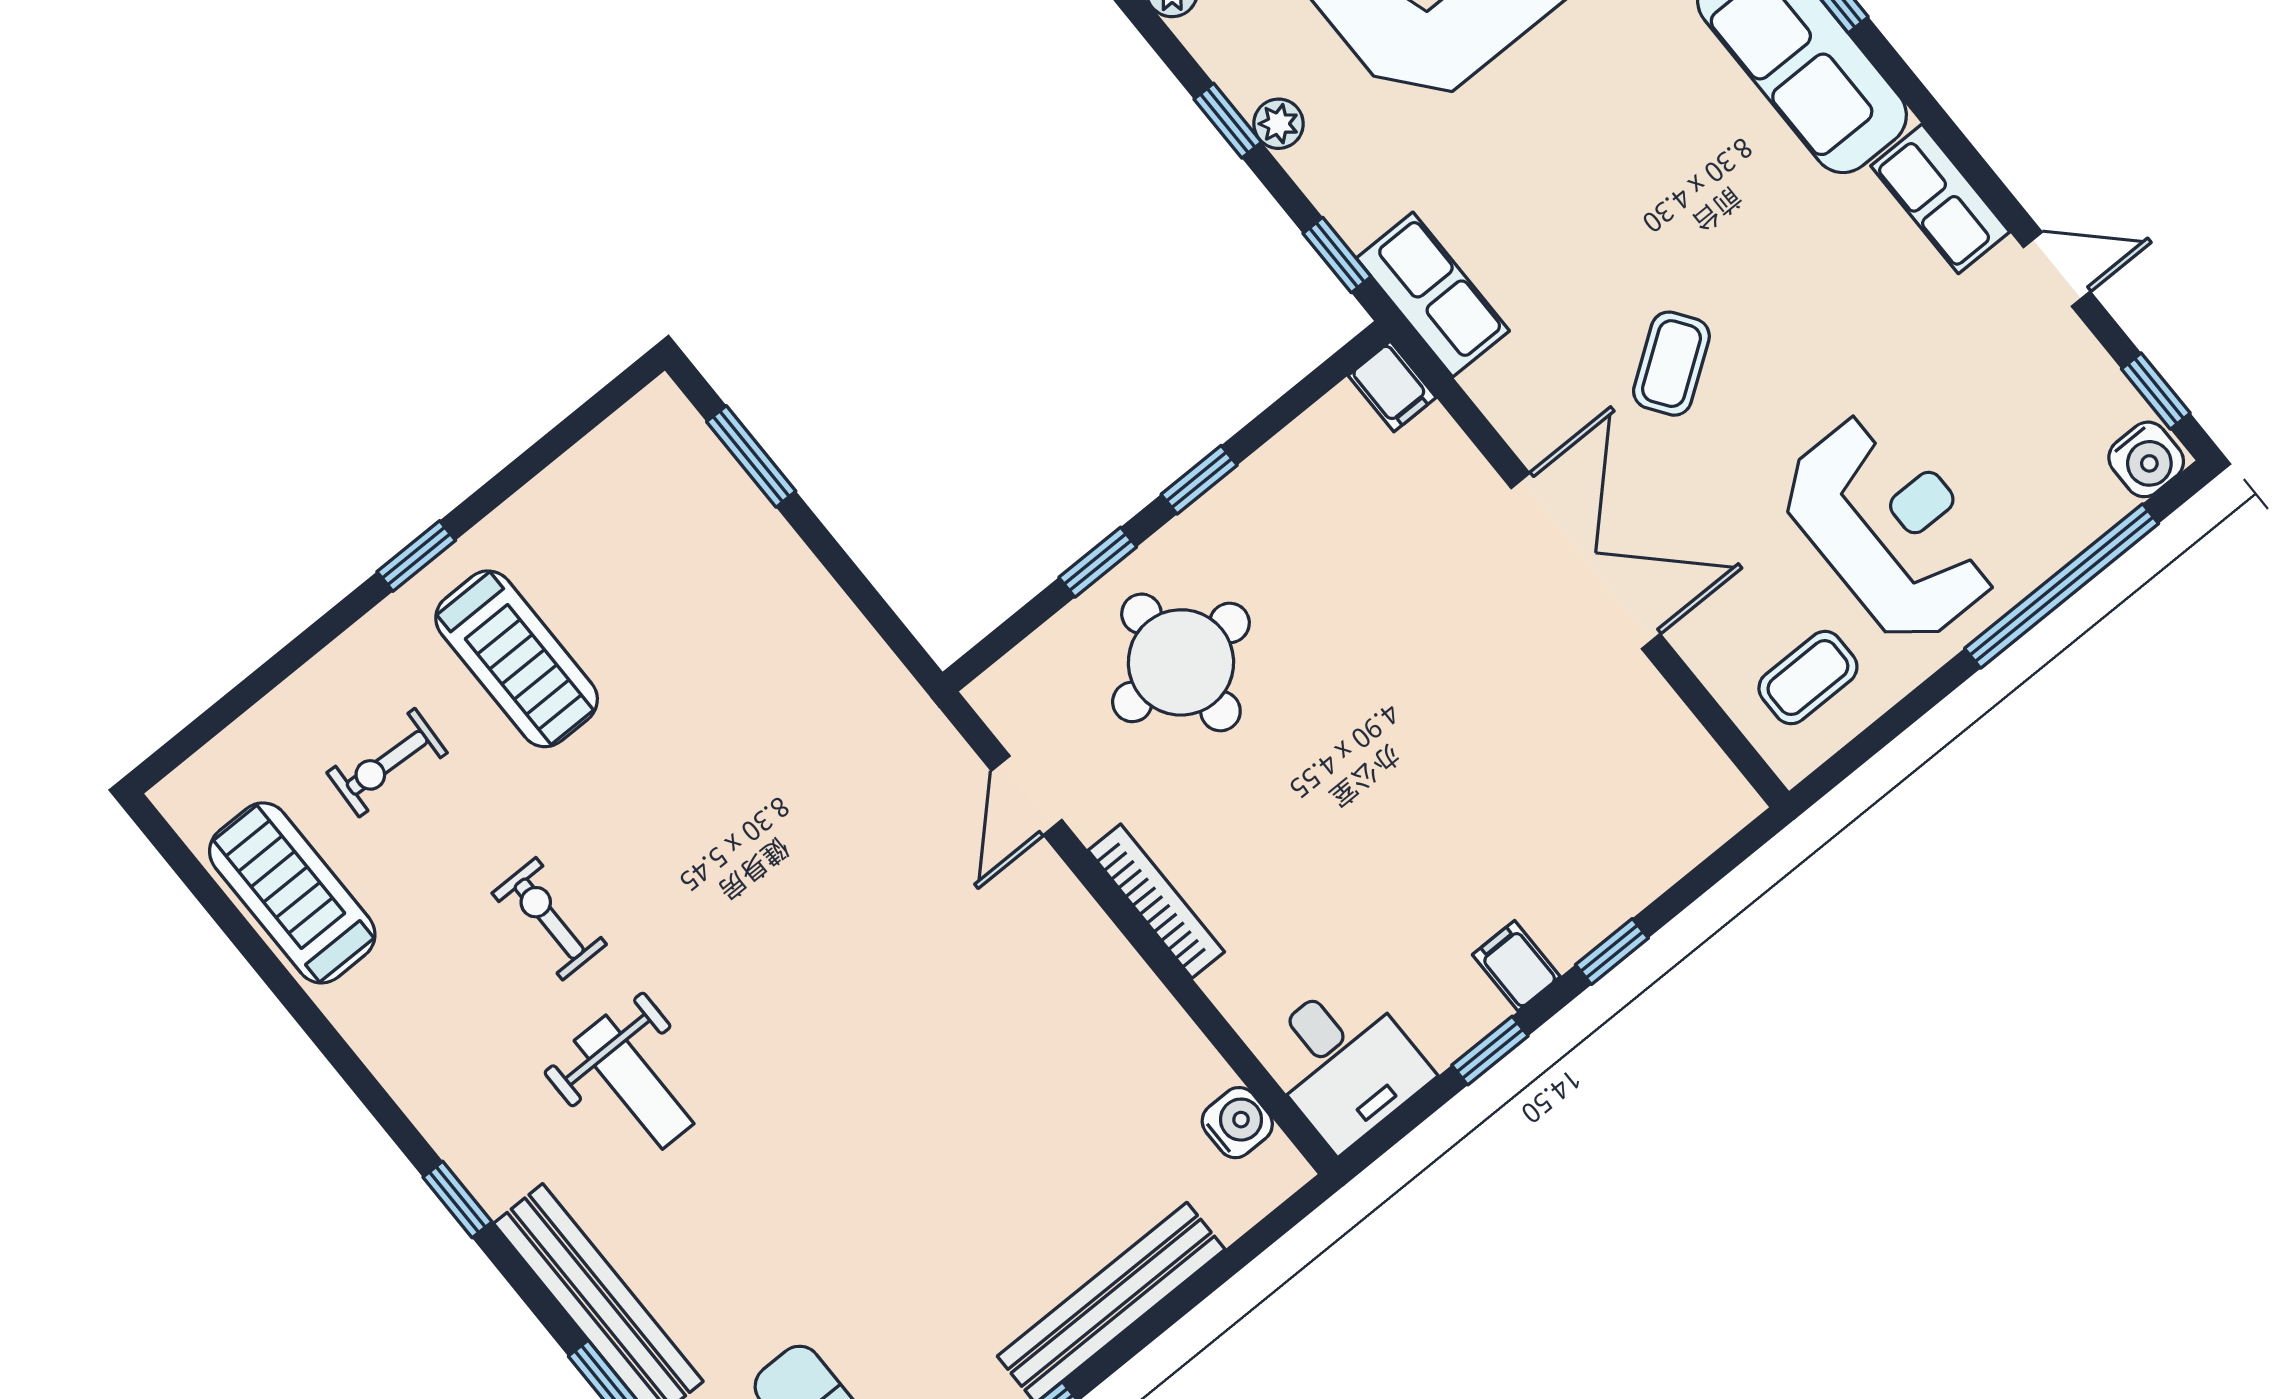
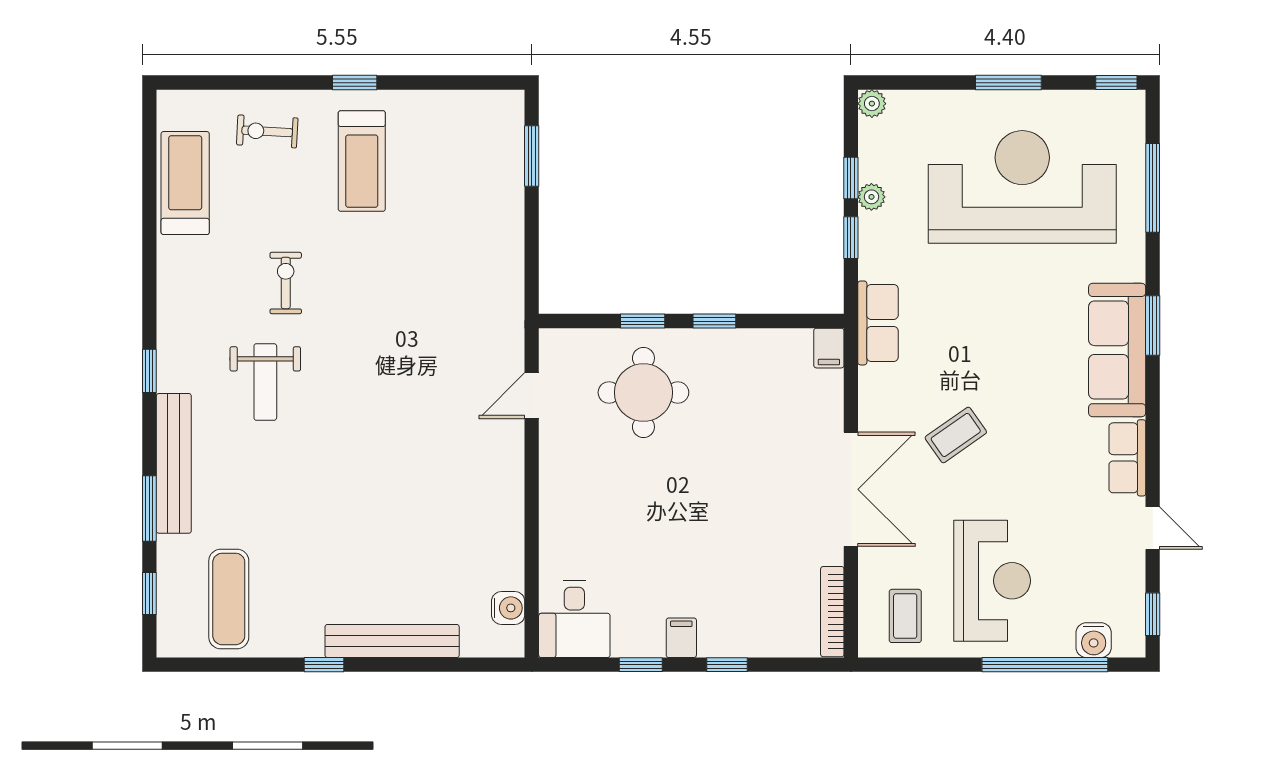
window: (1337, 255) -> (851, 238), moved
water cooler: (2146, 459) -> (1094, 640), moved
coffee table: (1808, 678) -> (905, 616), turned 90
exercise bike: (387, 763) -> (267, 131), moved
bookcase: (1156, 901) -> (832, 612), moved, turned 180

